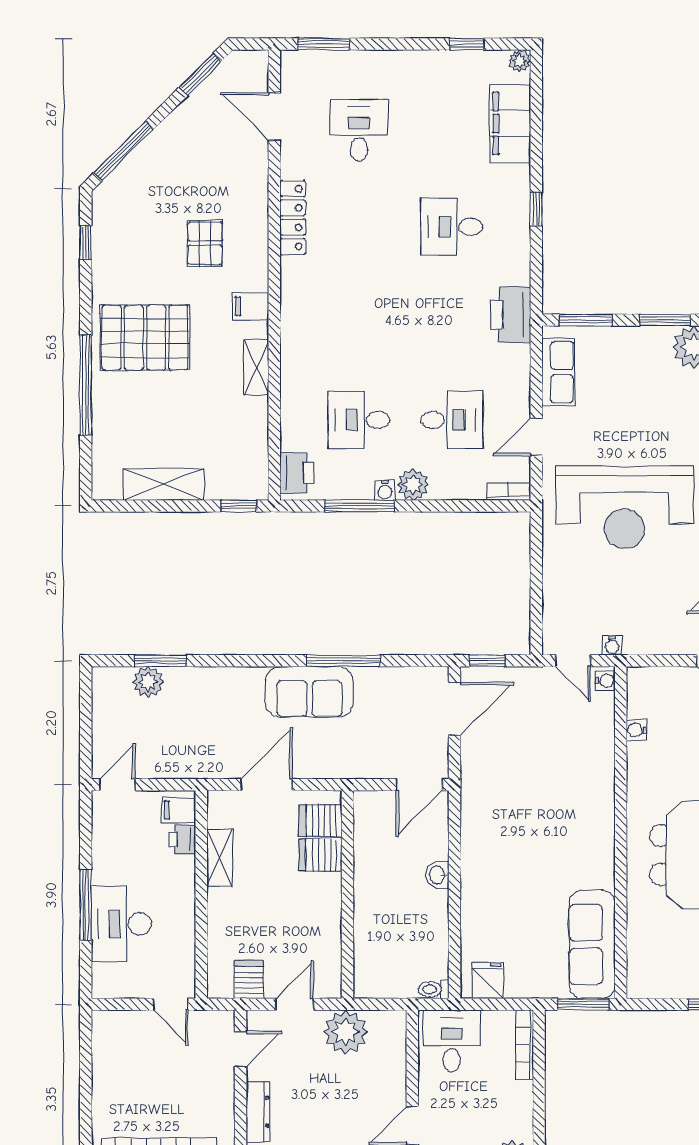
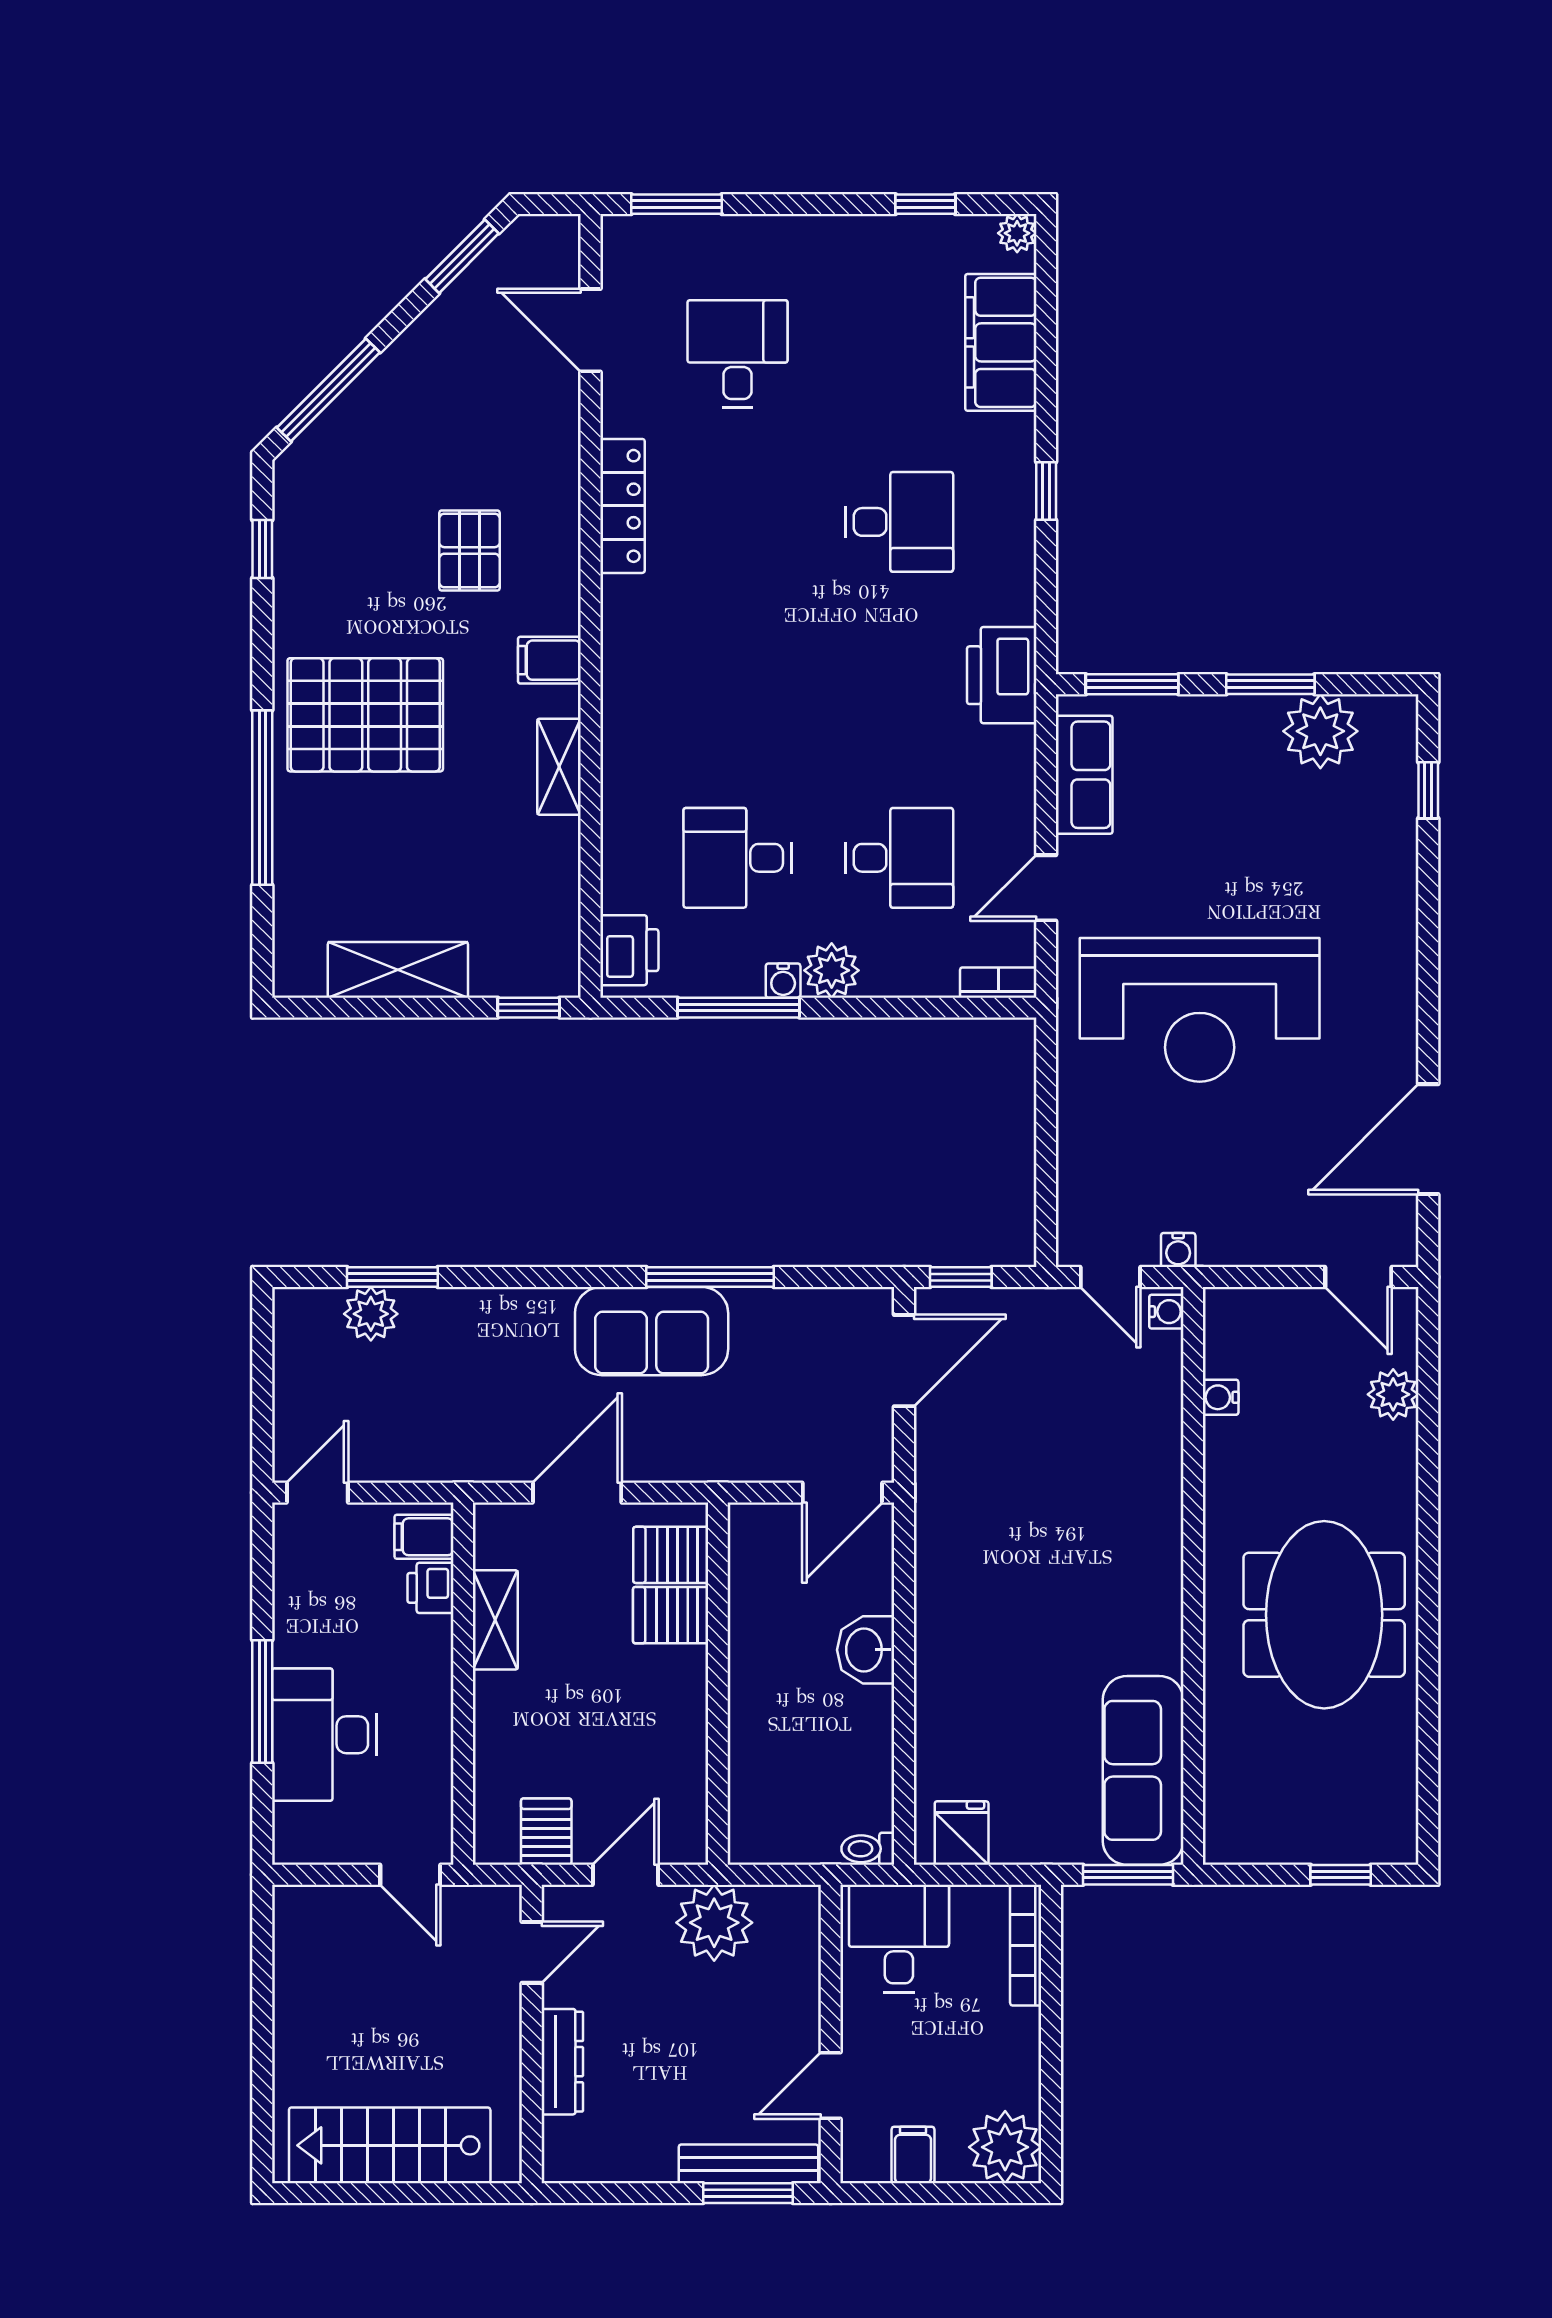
desk: (452, 227) -> (899, 522), turned 180
washbasin: (438, 875) -> (866, 1650), width x1.38, depth x1.45

